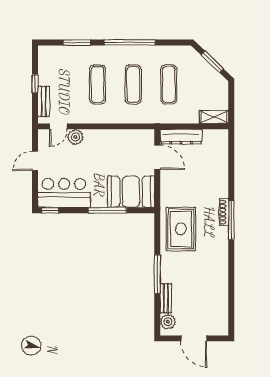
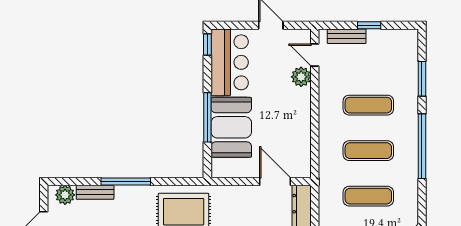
door: (157, 157) -> (275, 182), swing flipped
booth: (131, 192) -> (231, 127), moved

